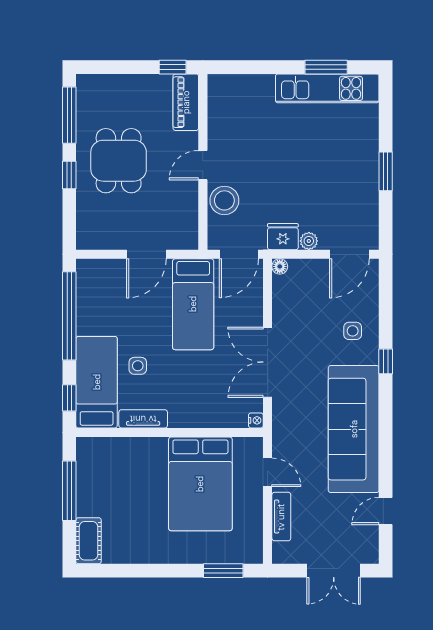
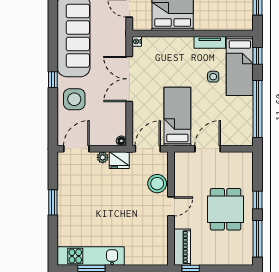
side table: (353, 331) -> (74, 99), width x1.87, depth x1.87
double door: (268, 362) -> (129, 79), swing flipped

